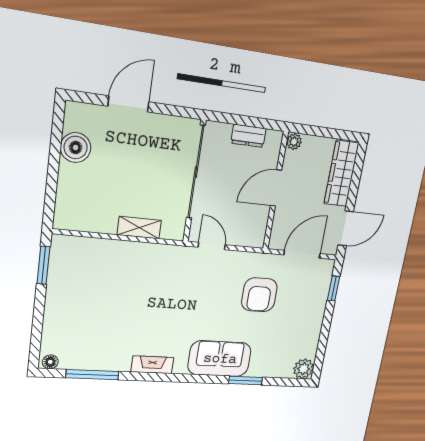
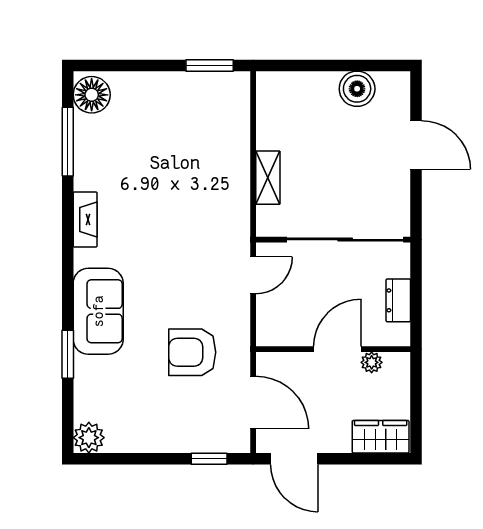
plant: (294, 142) -> (372, 362), moved
wardrobe: (341, 173) -> (381, 437), width x0.67
door: (276, 188) -> (337, 349), hinge flipped
floor lamp: (50, 362) -> (92, 95), width x1.89, depth x1.89

